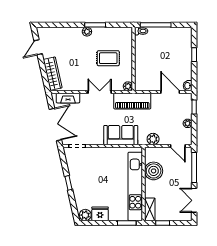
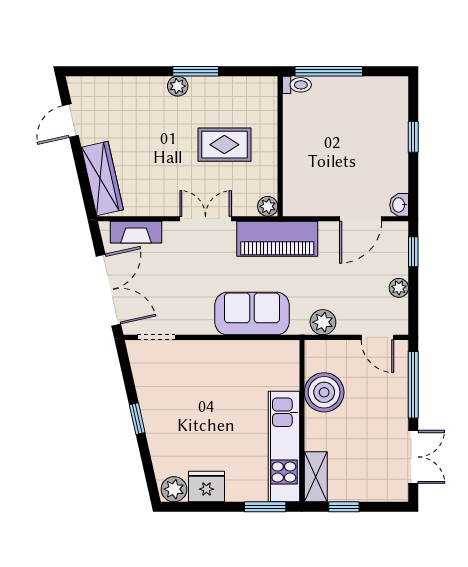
door: (170, 92) -> (361, 219), swing flipped
kitchen unit: (135, 186) -> (284, 447), width x0.73
double door: (194, 200) -> (413, 457), swing flipped

